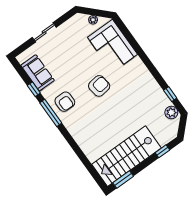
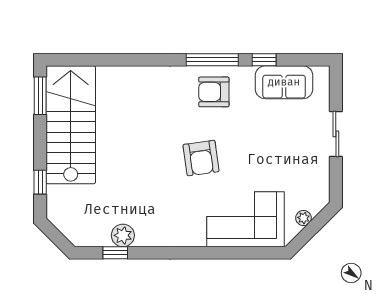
plant: (171, 112) -> (123, 235), moved

